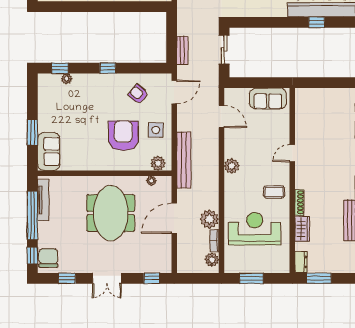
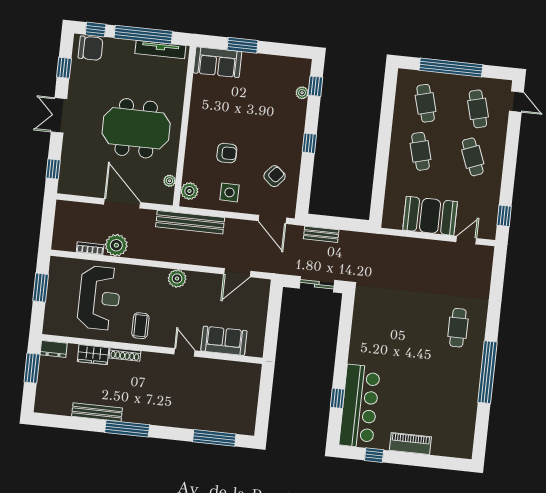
sofa: (268, 98) -> (224, 341), moved, turned 90
armchair: (123, 136) -> (227, 153), width x0.53, depth x0.53
plant: (212, 260) -> (68, 243), removed

